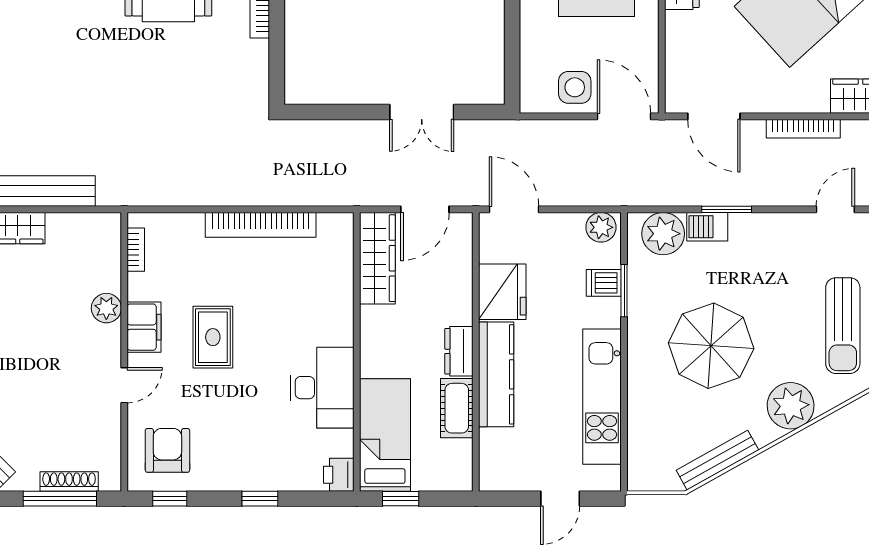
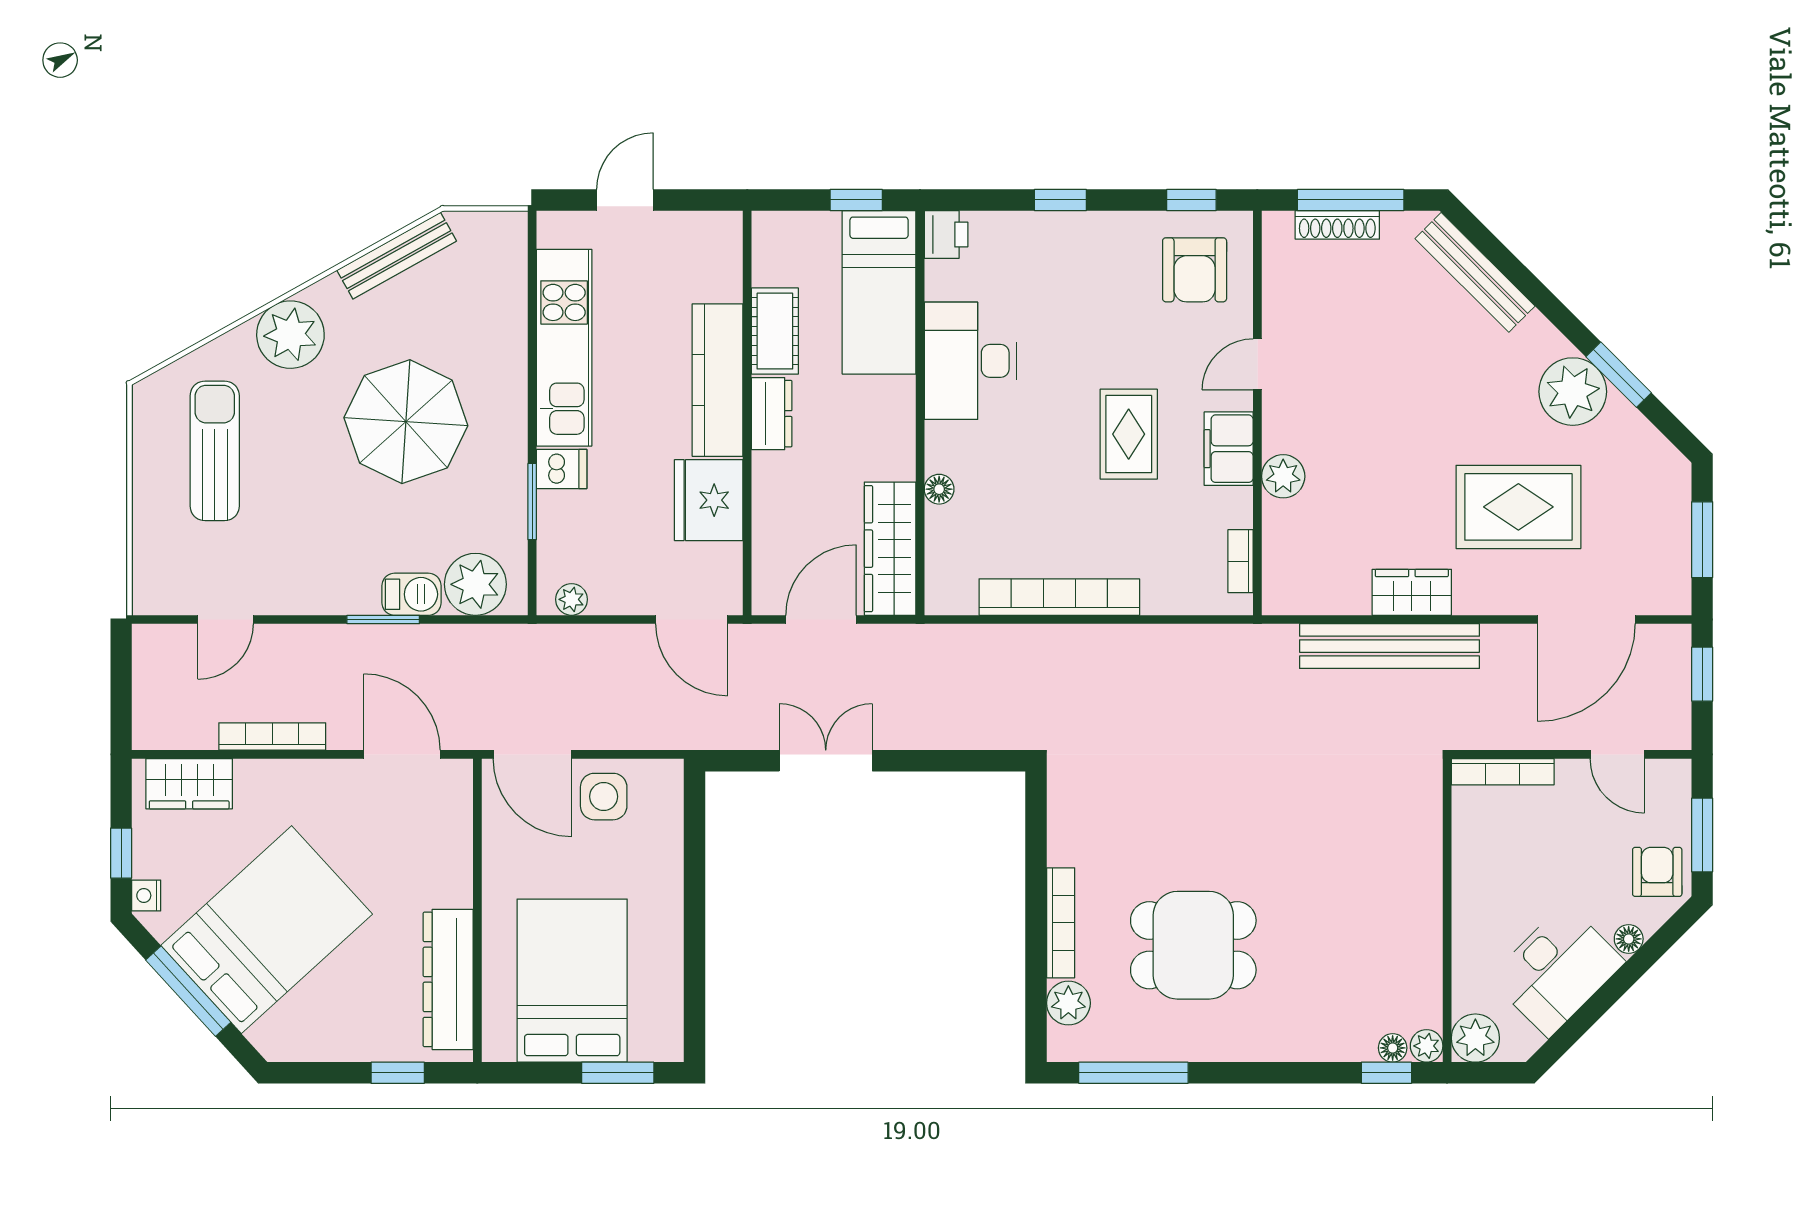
plant: (601, 227) -> (571, 599), width x0.73, depth x0.73
dishwasher: (604, 283) -> (562, 469), moved
floor lamp: (344, 299) -> (939, 489), added

